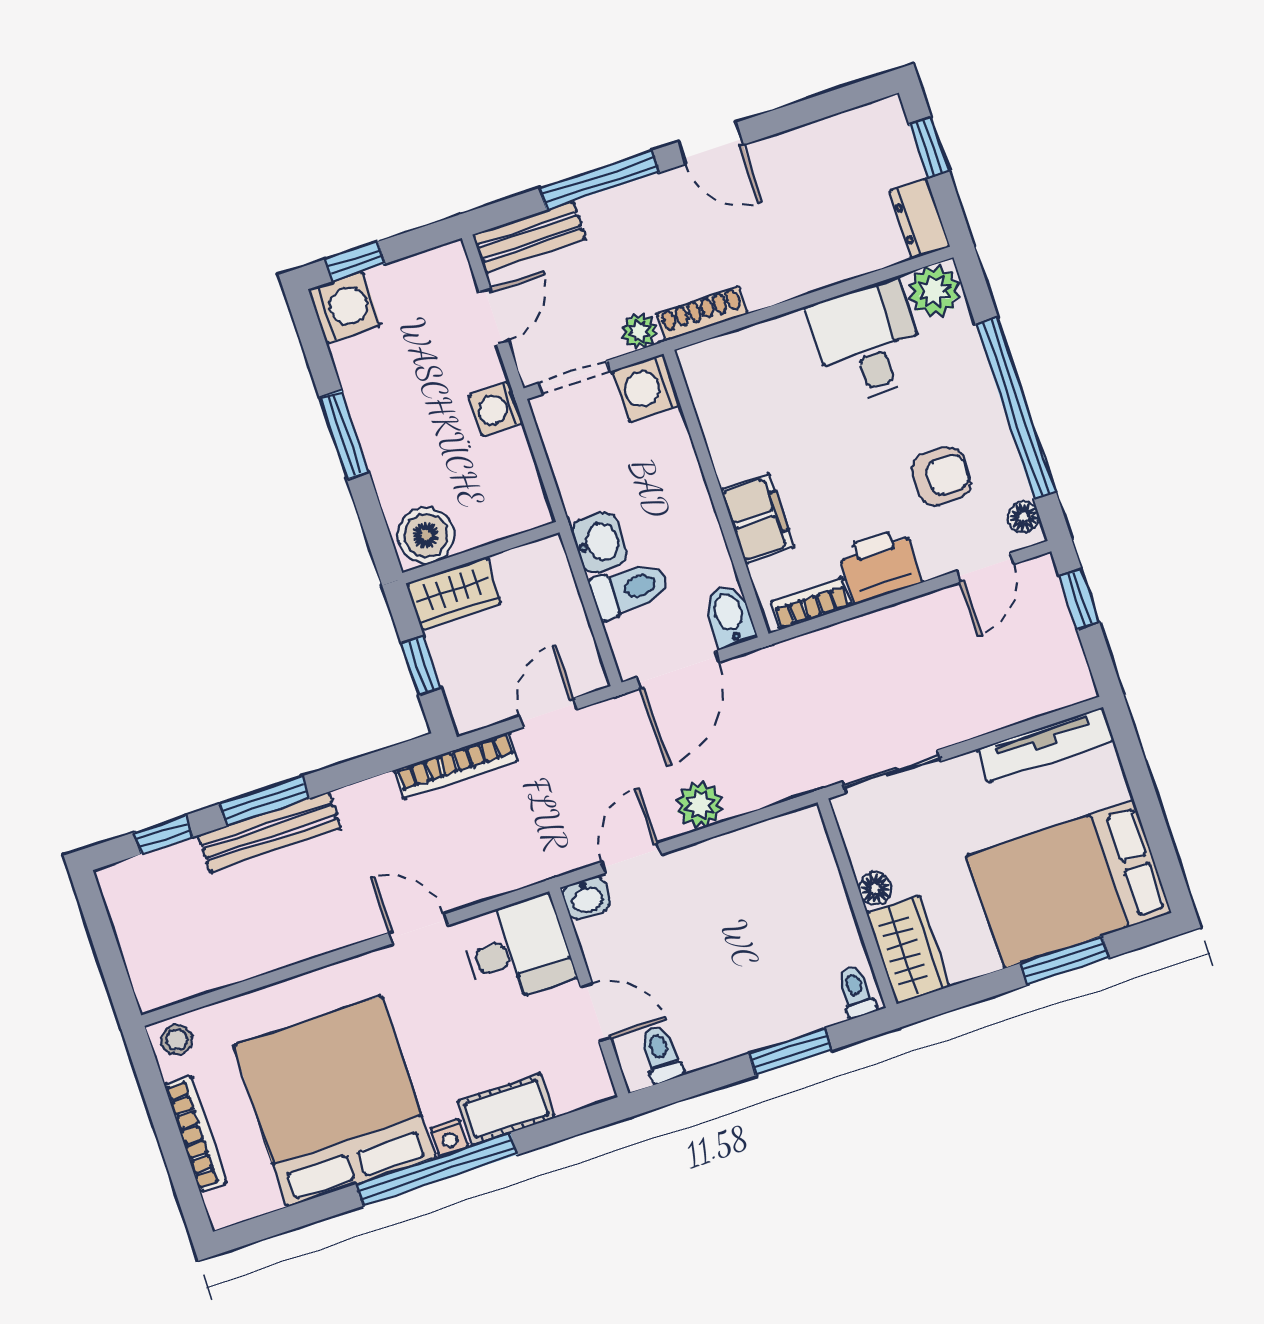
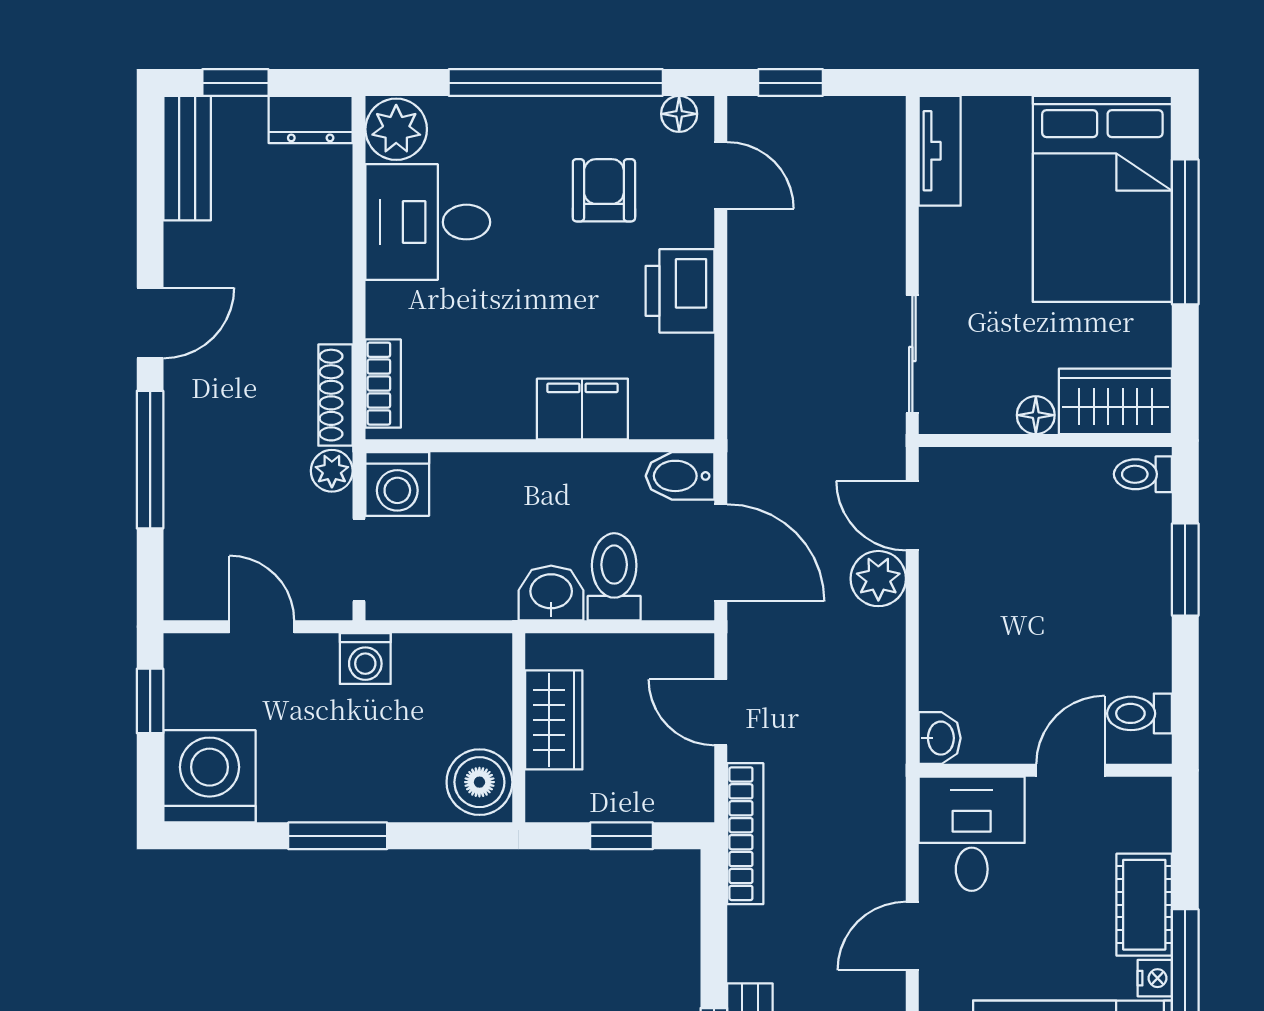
bench: (529, 237) -> (187, 158), moved
window: (355, 261) -> (150, 701), moved
washing machine: (344, 307) -> (209, 776), width x1.37, depth x1.37
wardrobe: (454, 593) -> (554, 720), moved
bookcase: (811, 604) -> (383, 384), moved, turned 180
tv unit: (1046, 745) -> (940, 151), width x0.71
door: (631, 858) -> (912, 516), moved
window: (1065, 961) -> (1185, 232), width x1.44

